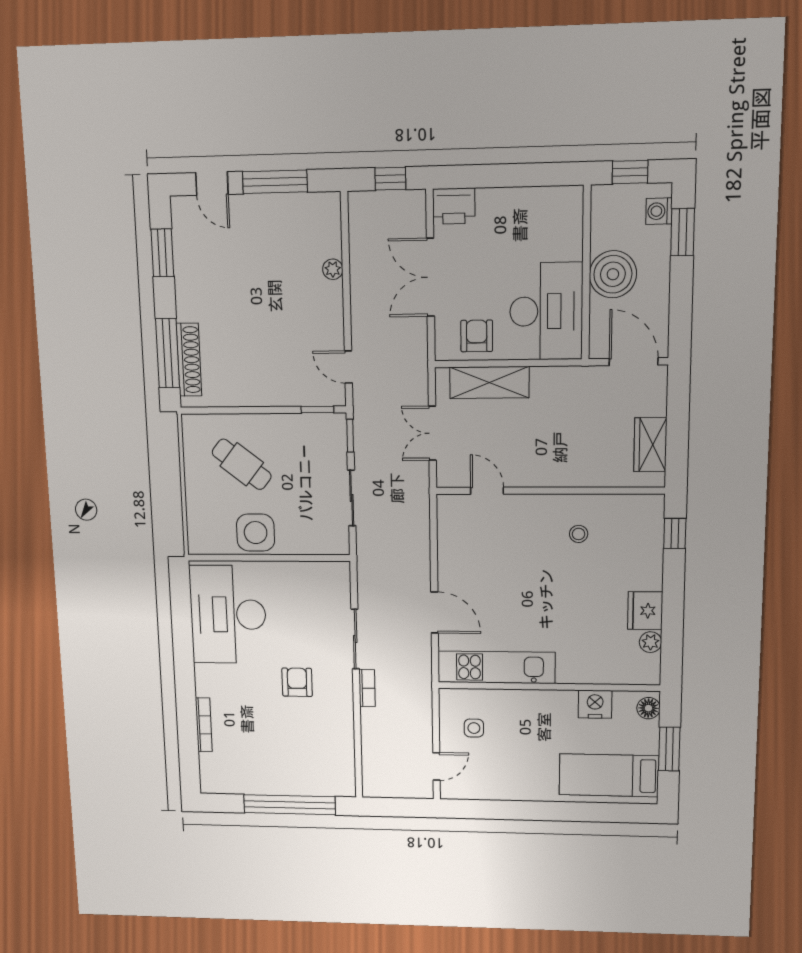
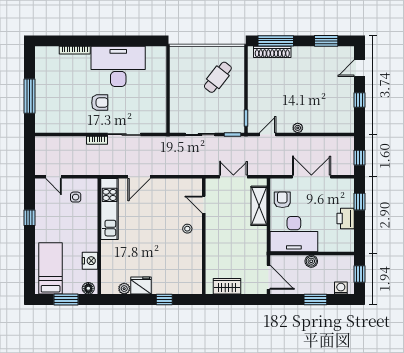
window: (480, 176) -> (359, 202), added
window: (275, 182) -> (359, 100), width x0.46
printer: (454, 206) -> (346, 218), moved
window: (683, 232) -> (315, 300), moved
plant: (333, 269) -> (298, 128), moved
boiler: (613, 274) -> (311, 261), width x0.54, depth x0.54
armchair: (477, 336) -> (282, 200), turned -90
door: (634, 362) -> (269, 277), hinge flipped
door: (487, 491) -> (204, 205), swing flipped
side table: (256, 533) -> (182, 83), removed
window: (675, 533) -> (164, 300), moved
stool: (579, 534) -> (187, 229), moved
desk: (228, 614) -> (118, 66), moved
window: (290, 805) -> (29, 96), width x0.68
window: (513, 810) -> (29, 218), added

